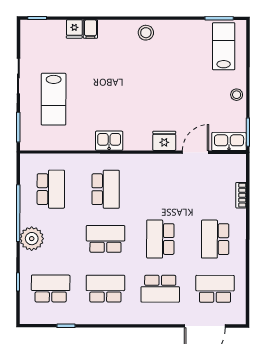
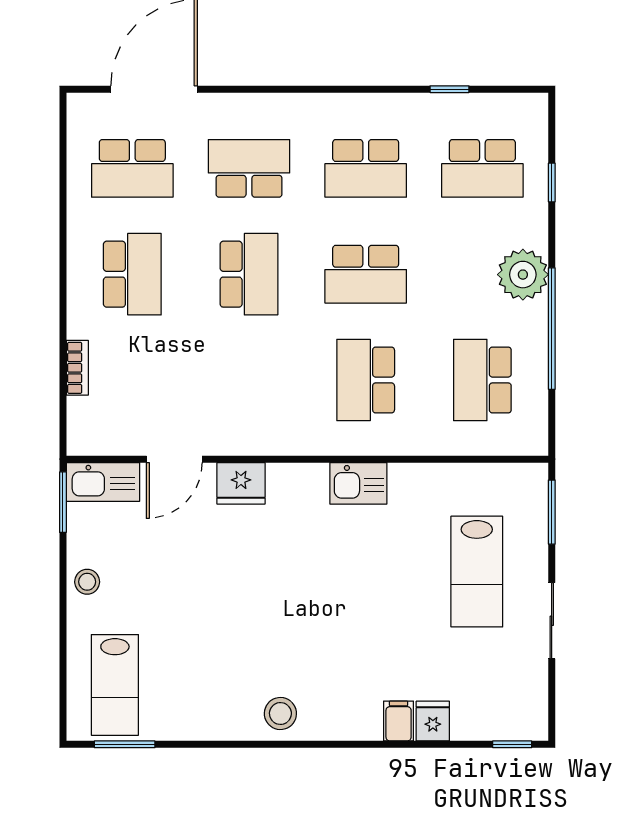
lab bench: (54, 99) -> (477, 572), turned 180

